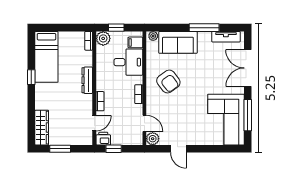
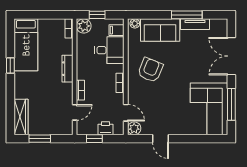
tv unit: (226, 37) -> (195, 24), moved
armchair: (168, 82) -> (150, 70), turned -121
printer: (103, 139) -> (106, 128), moved

